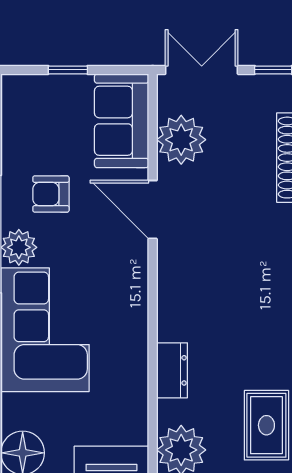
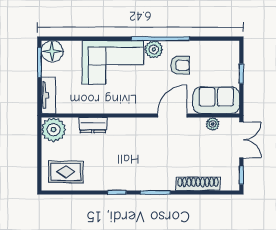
plant: (181, 140) -> (213, 124), width x0.53, depth x0.53
armchair: (51, 194) -> (180, 65), turned 90

